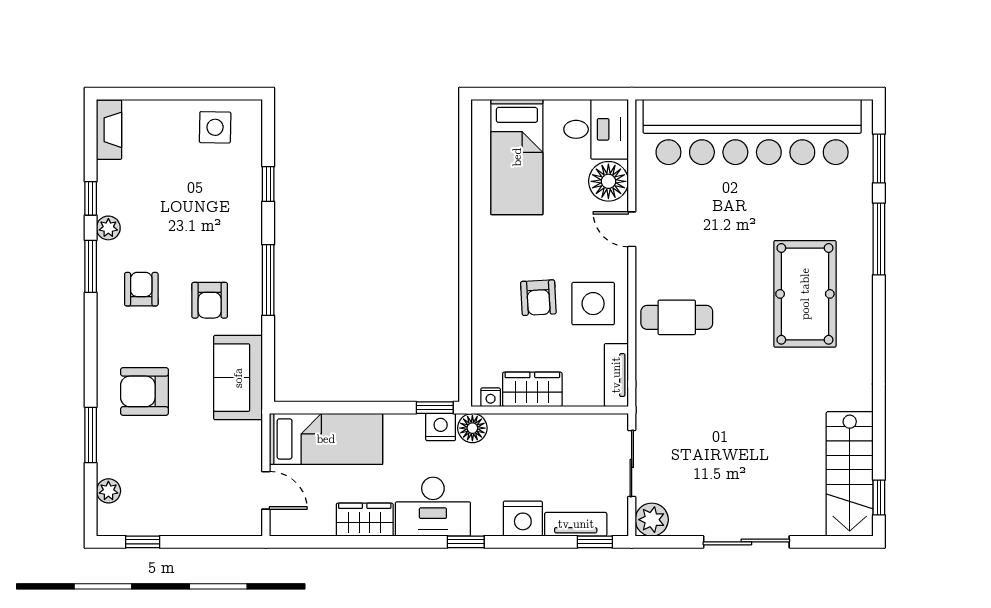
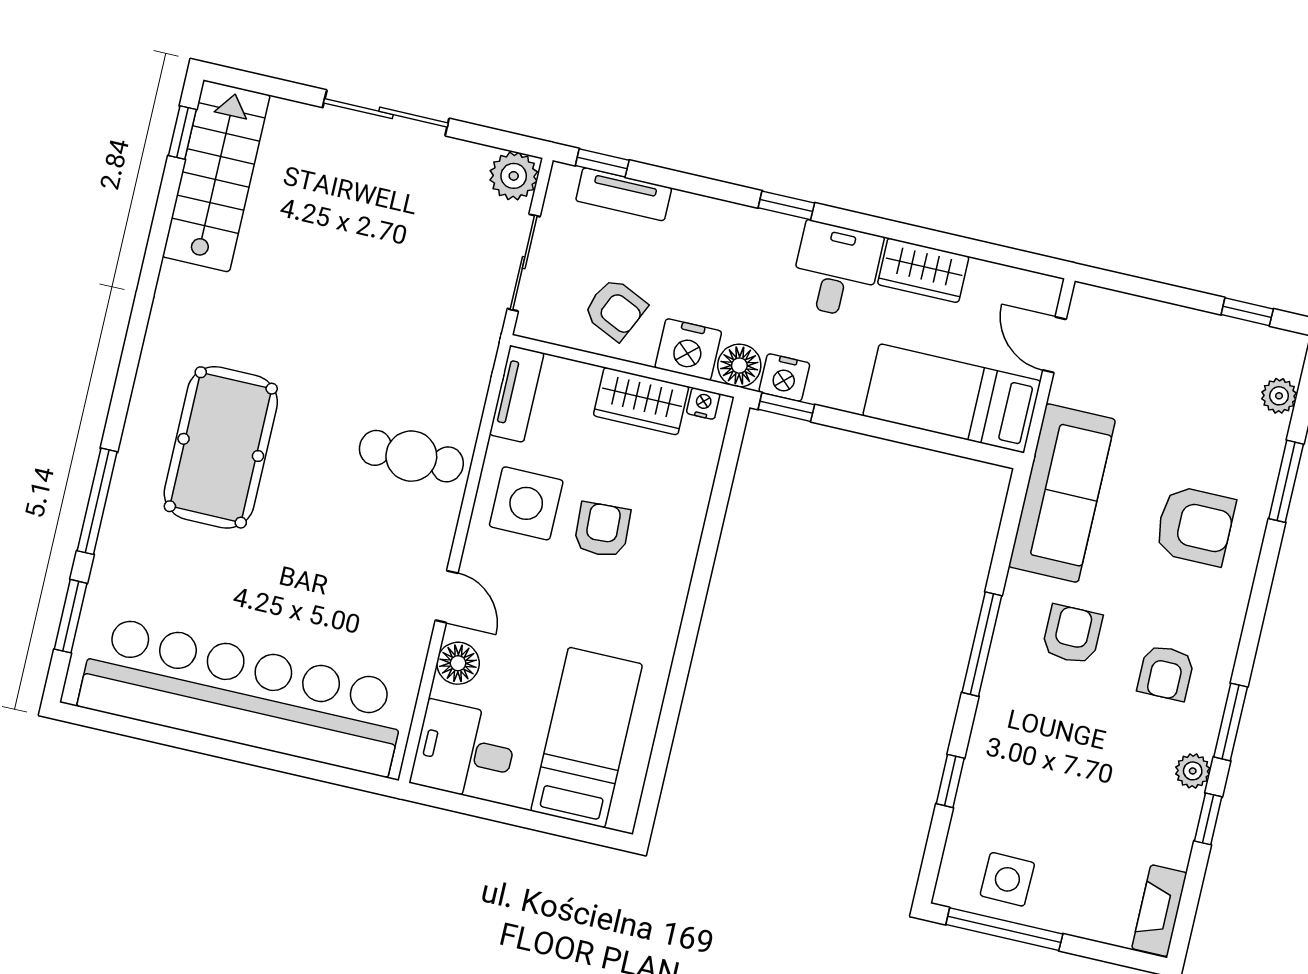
window: (209, 94) -> (1004, 929), added
floor lamp: (608, 181) -> (458, 663), width x0.73, depth x0.73
sofa: (238, 378) -> (1062, 493), width x1.36
armchair: (564, 446) -> (615, 309), added
desk: (433, 507) -> (836, 270), width x0.73
nightstand: (523, 519) -> (688, 349), moved, turned 180

